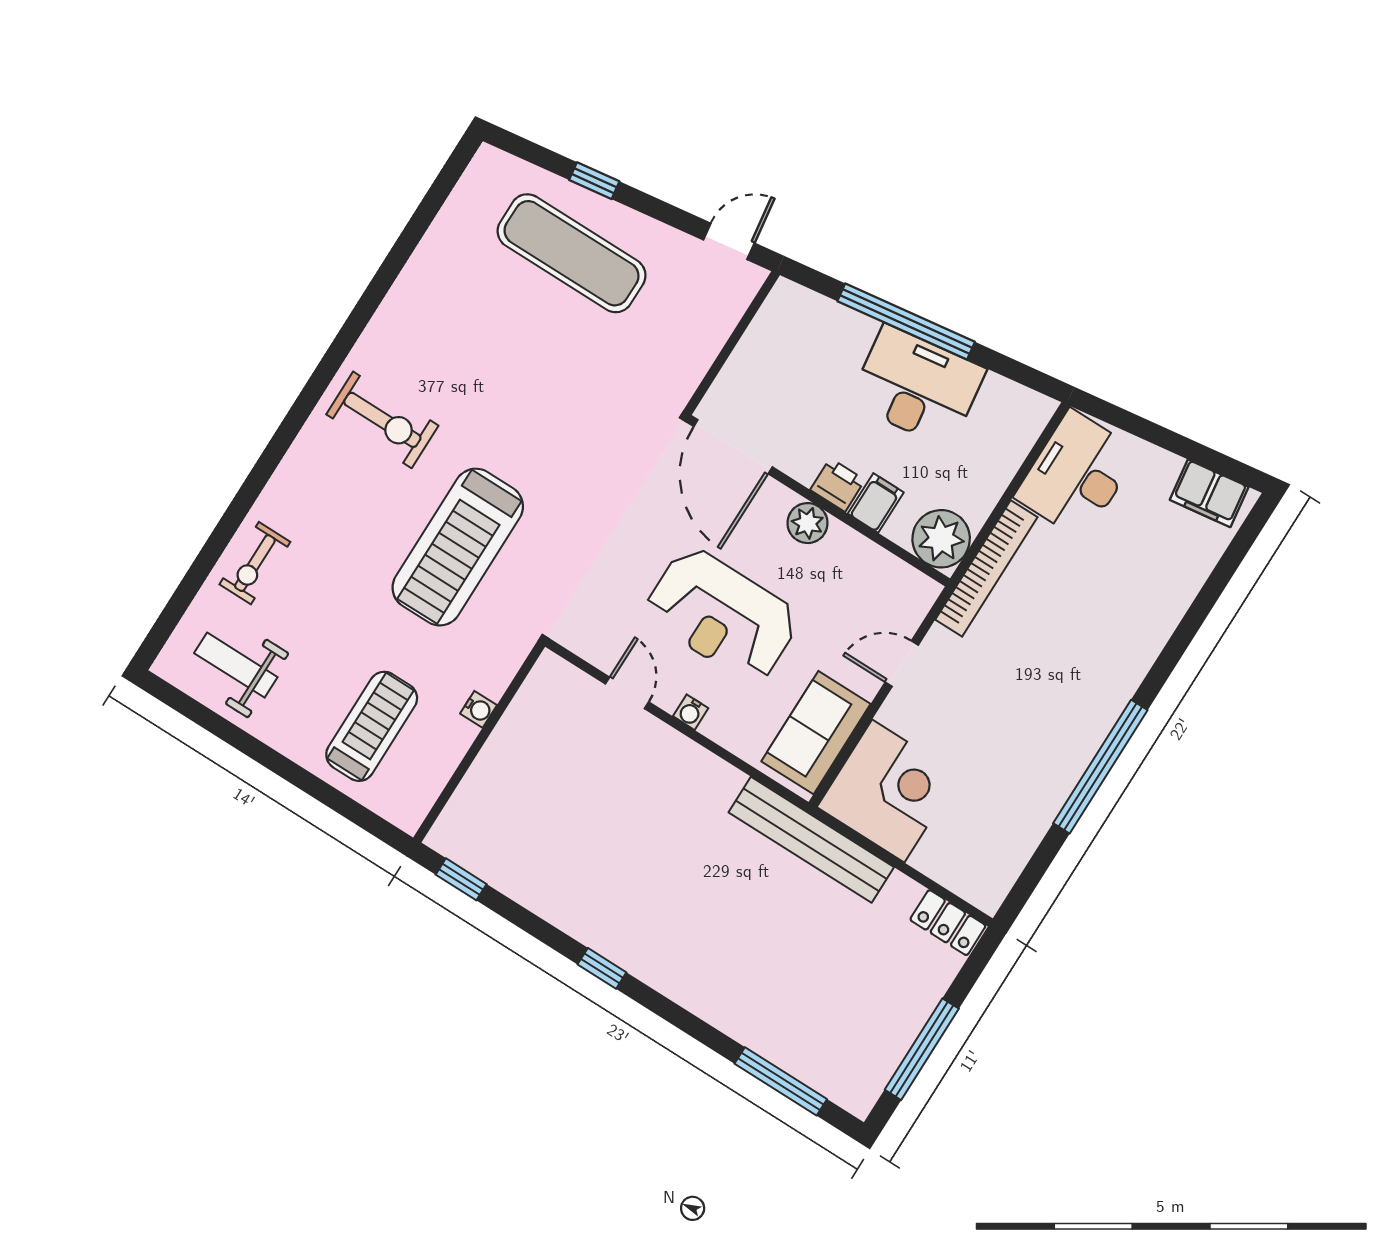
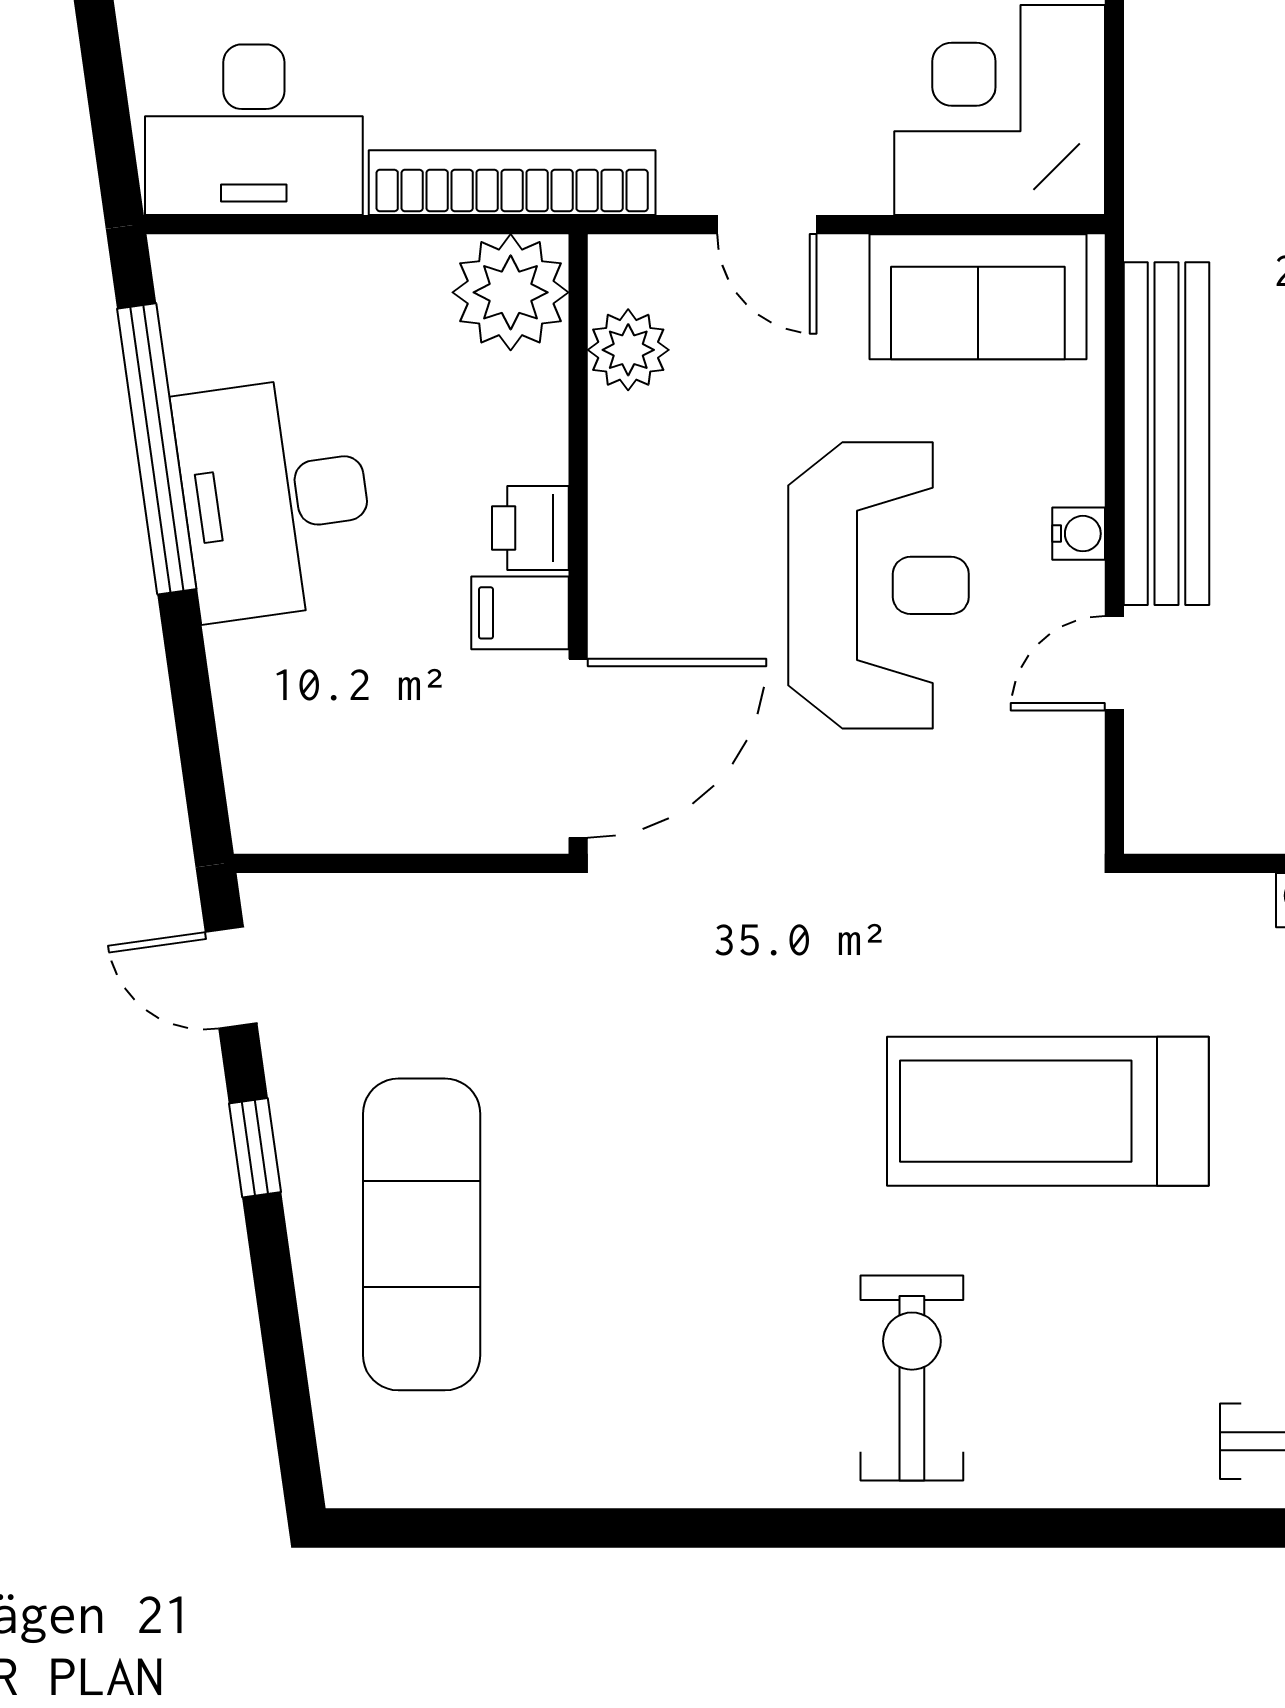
window: (594, 181) -> (255, 1148), moved
window: (906, 321) -> (157, 449), moved
filing cabinet: (876, 503) -> (520, 613), moved
plant: (808, 523) -> (628, 350), moved
treadmill: (458, 547) -> (1048, 1111), turned 180
bench: (811, 840) -> (1166, 434), moved

